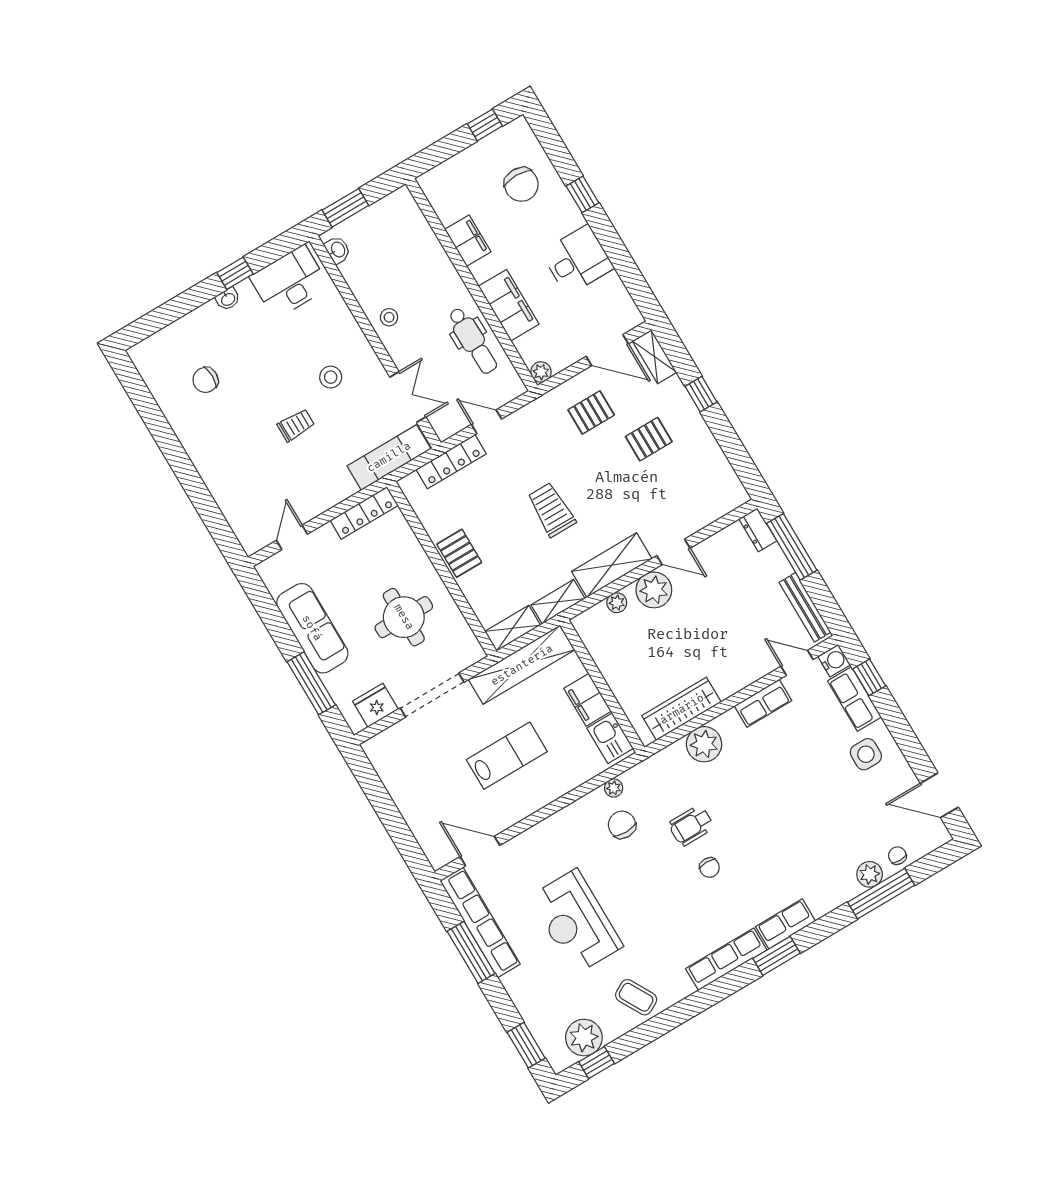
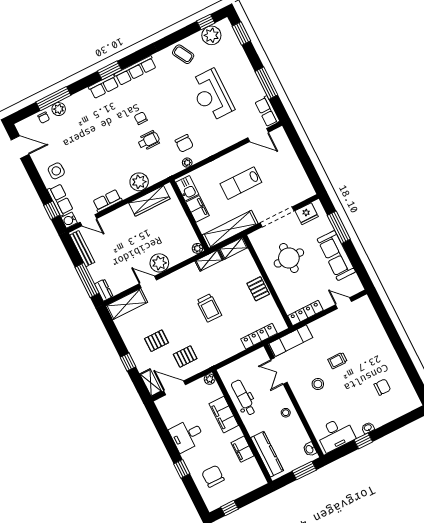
kitchen counter: (419, 234) -> (267, 454), added
door: (487, 422) -> (239, 355), removed
door: (292, 537) -> (344, 303), swing flipped
shelving: (612, 565) -> (127, 304), moved
plant: (617, 603) -> (197, 248), moved
row of seats: (480, 922) -> (267, 111), width x0.50
reception desk: (576, 922) -> (211, 95), turned 180

